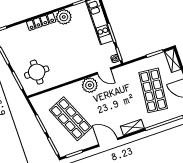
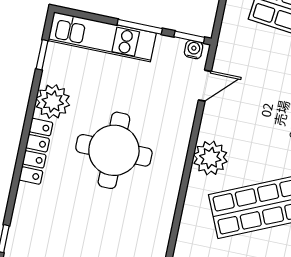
round table: (37, 72) -> (114, 150), moved, width x1.36, depth x1.36
plant: (90, 85) -> (210, 158), moved

